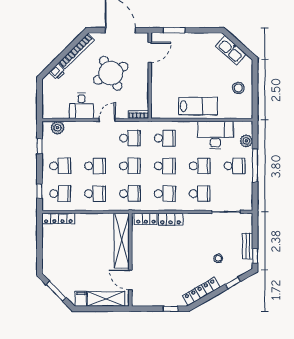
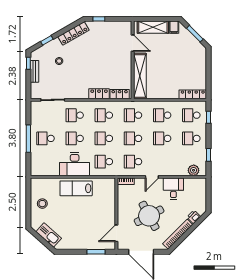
desk: (215, 135) -> (75, 164), moved
plant: (246, 141) -> (36, 159), removed

